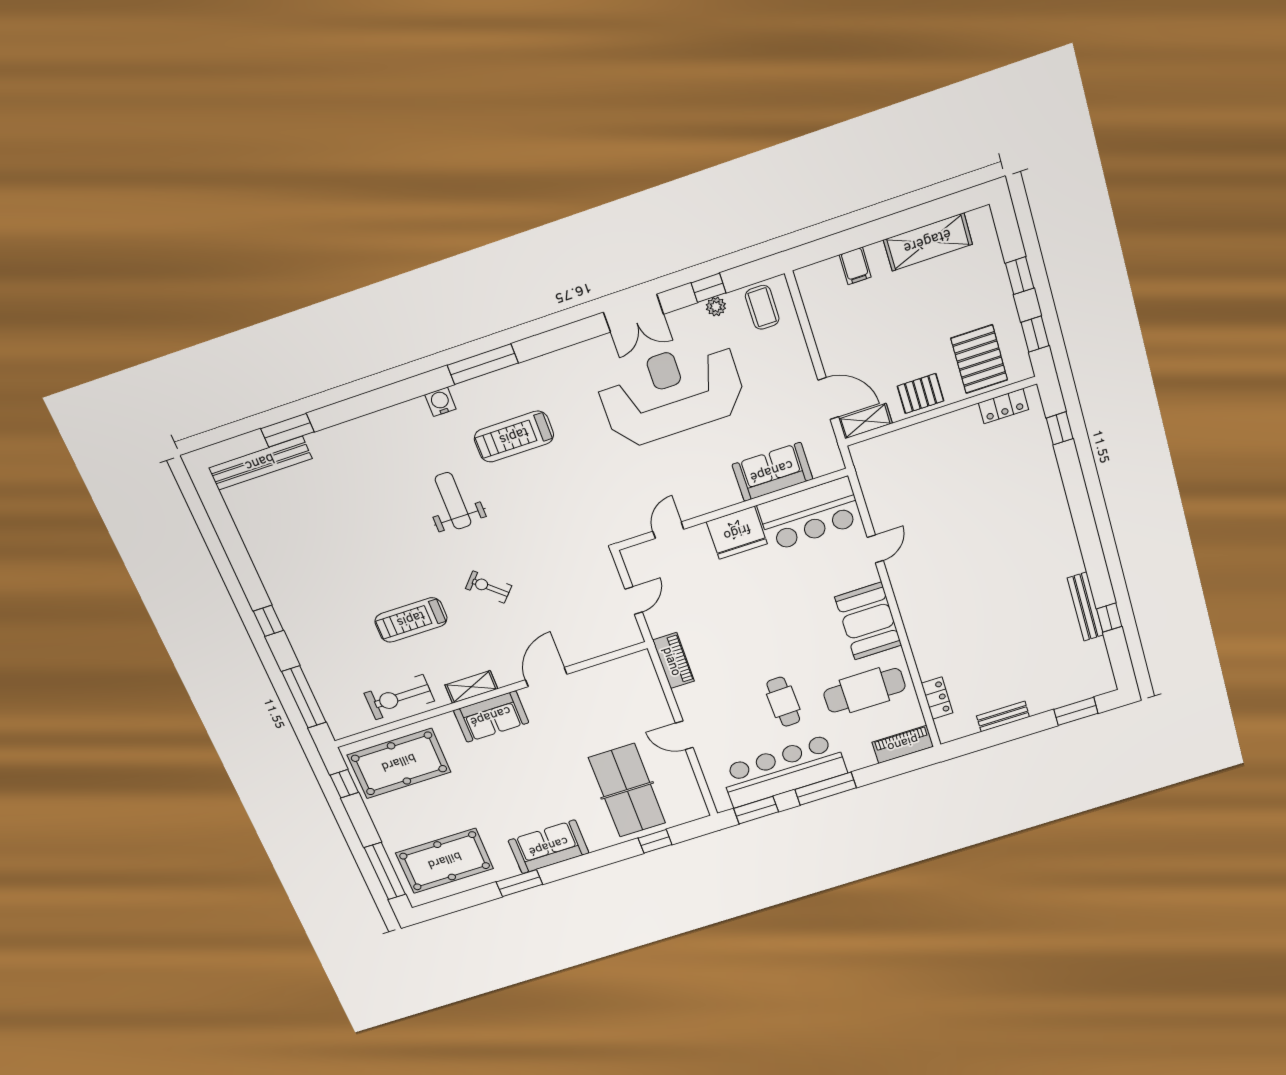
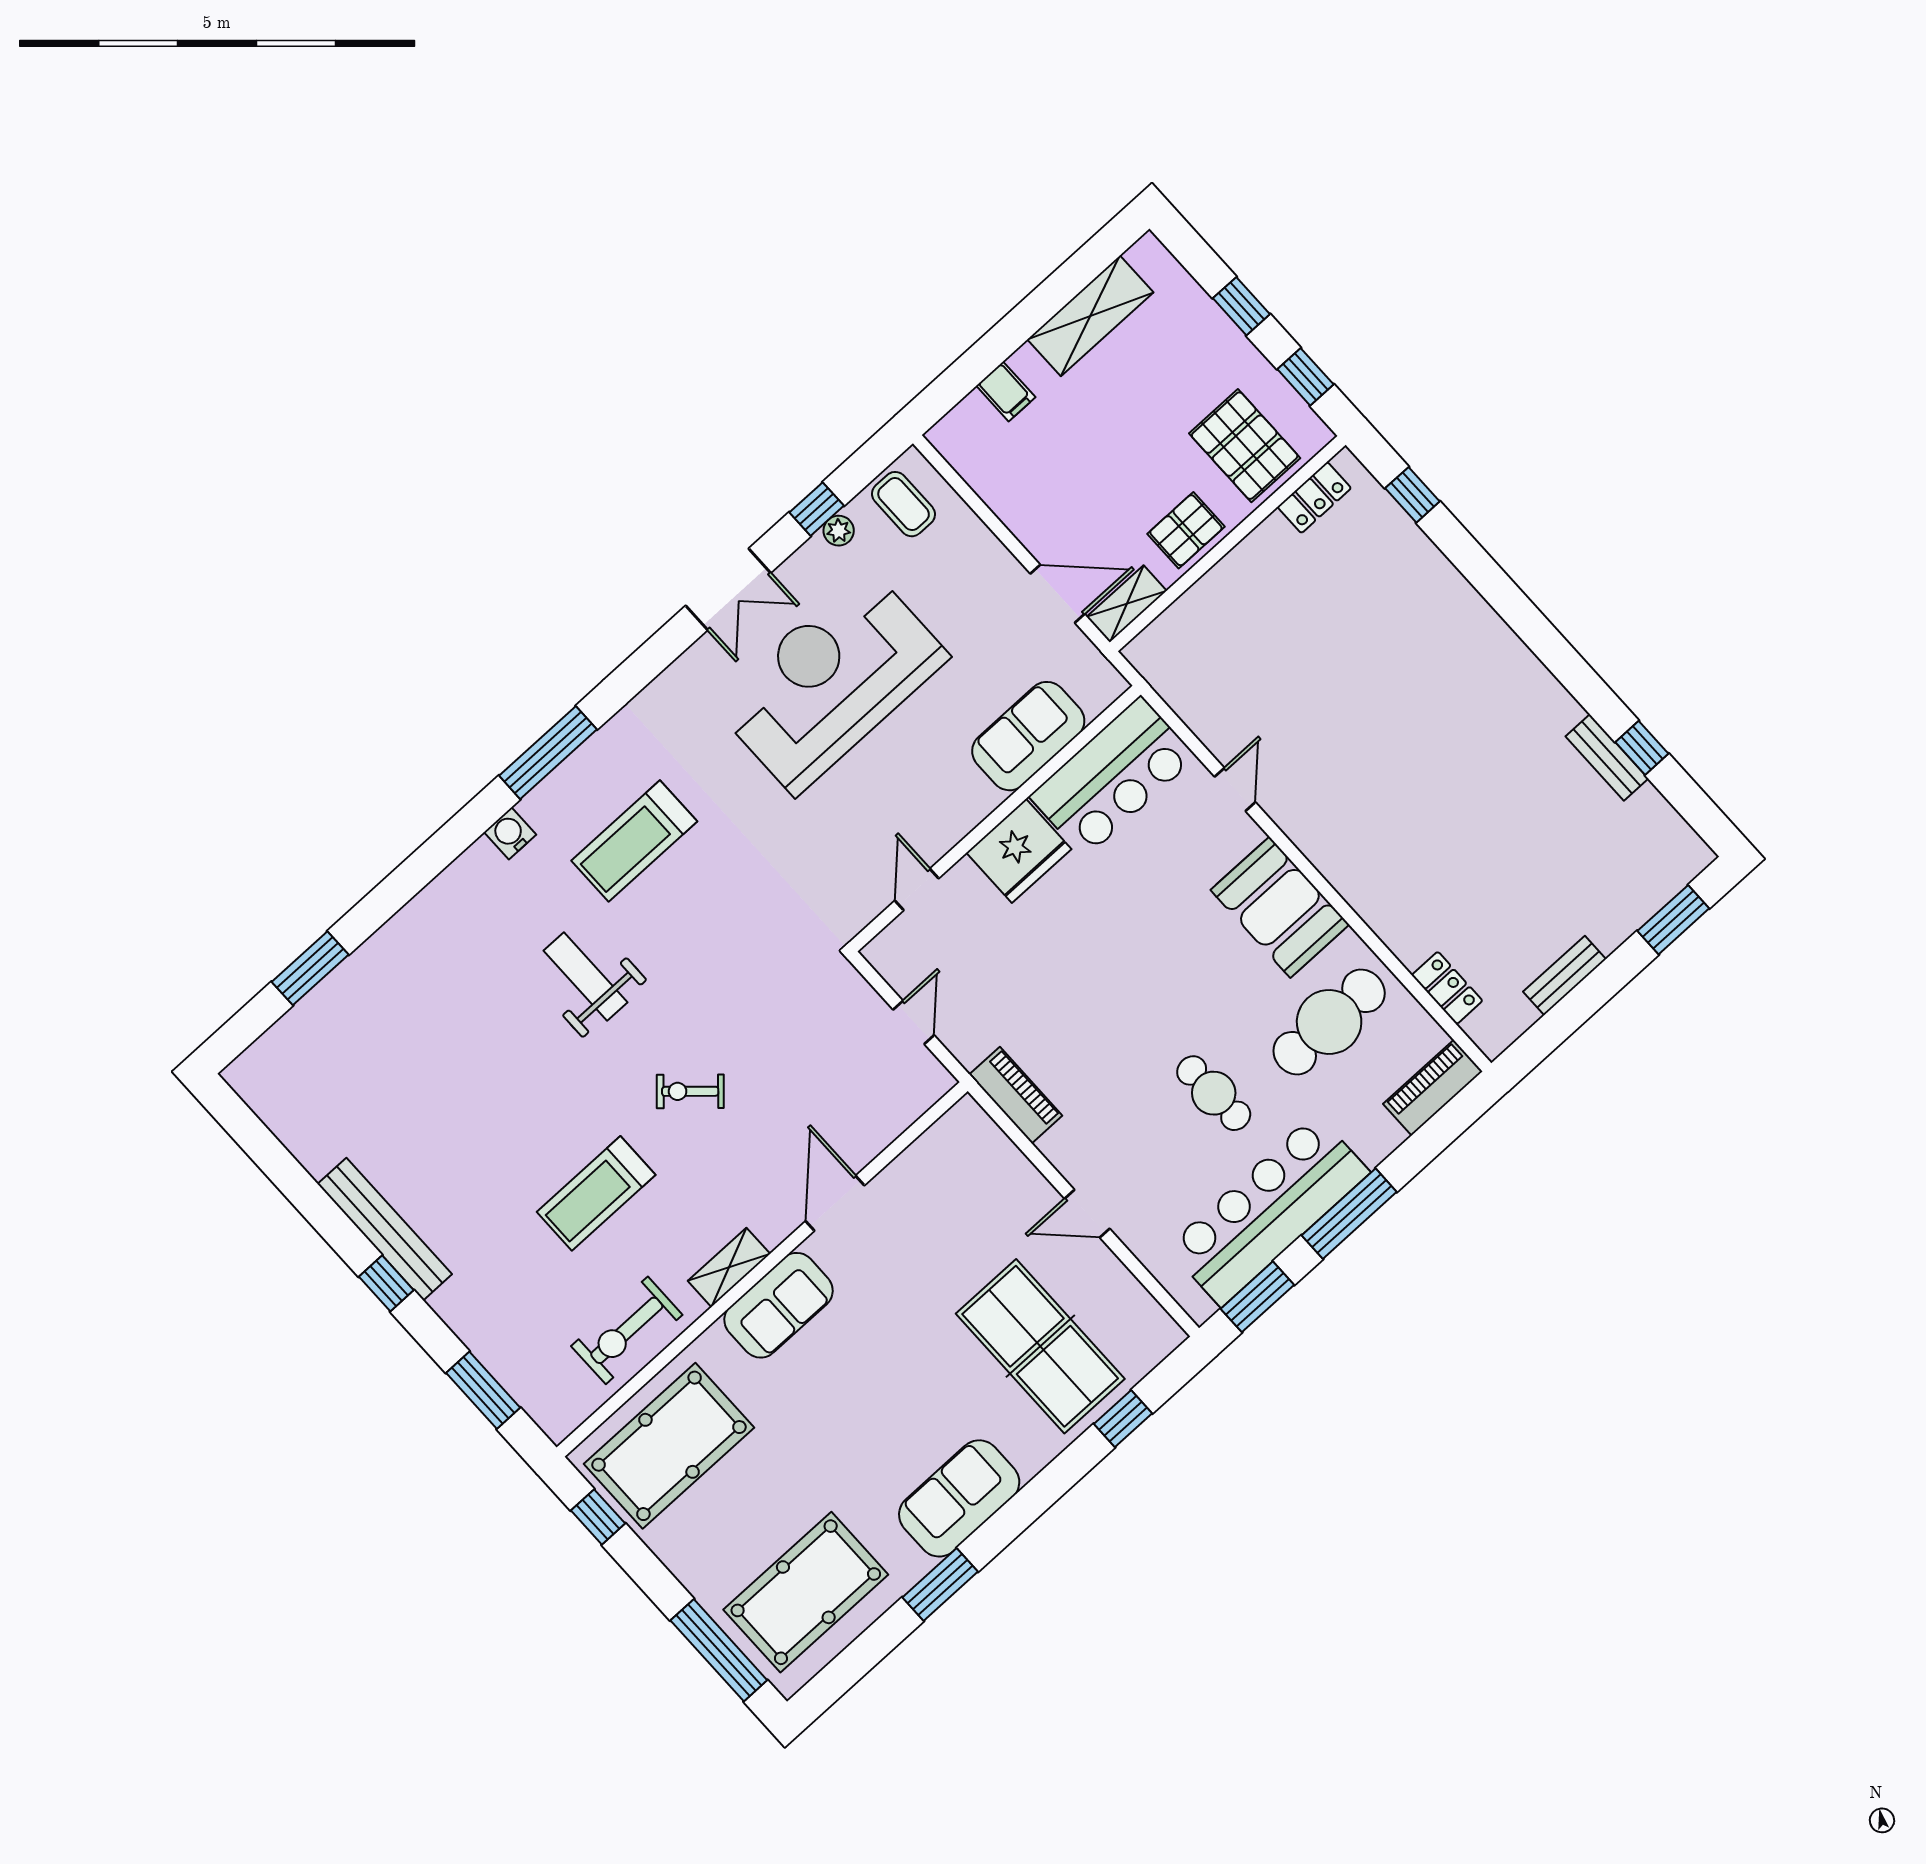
bench: (260, 463) -> (385, 1229), moved, turned 90
bench: (1085, 607) -> (1607, 757), width x0.73
window: (304, 697) -> (483, 1390), width x0.69

